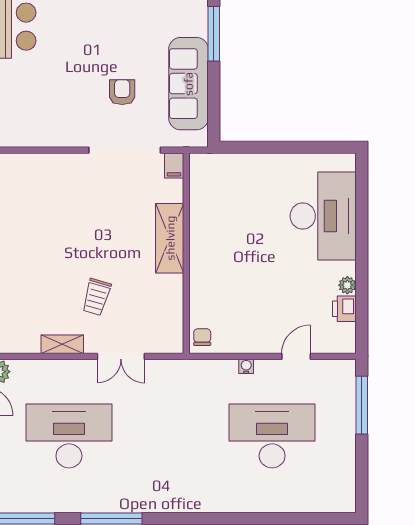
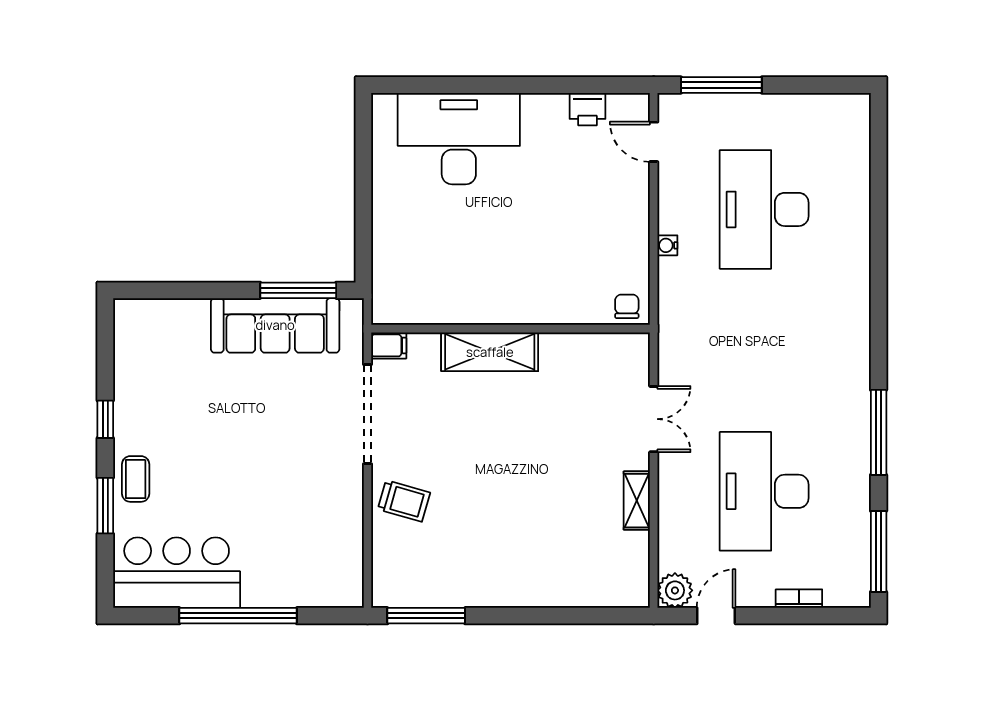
window: (214, 34) -> (298, 290), moved
armchair: (122, 92) -> (287, 417), removed
plant: (347, 285) -> (555, 105), removed
trolley: (96, 297) -> (404, 501), moved
chair: (202, 337) -> (627, 306), turned 90
door: (296, 356) -> (654, 142), moved

